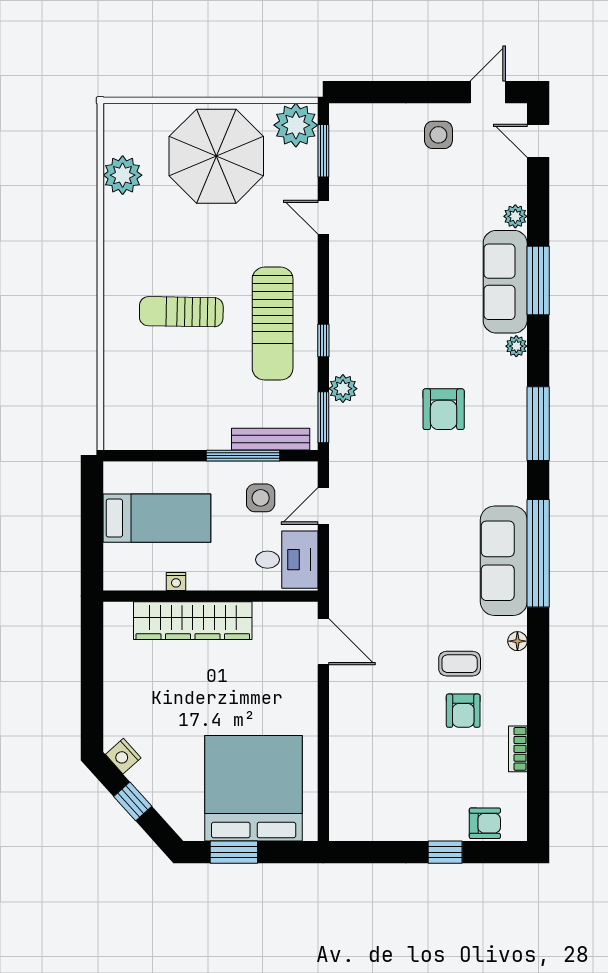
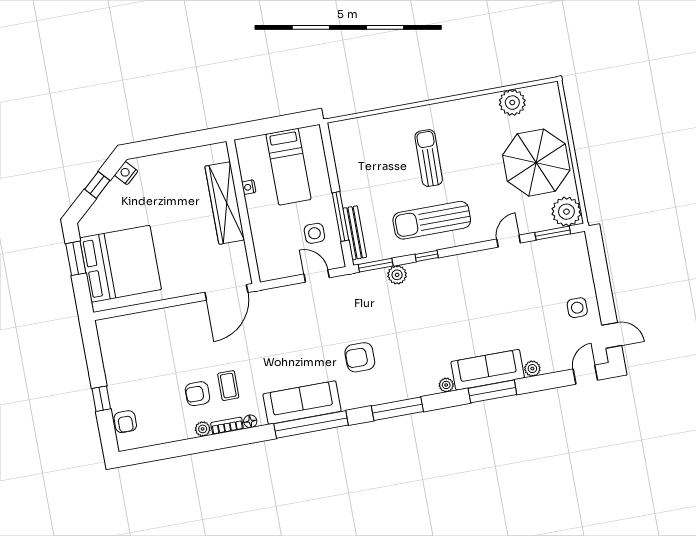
armchair: (444, 409) -> (360, 357), moved
desk: (287, 560) -> (277, 258), removed
door: (323, 642) -> (226, 292), width x1.36
plant: (516, 712) -> (203, 429), added
bookcase: (518, 749) -> (227, 426), moved

